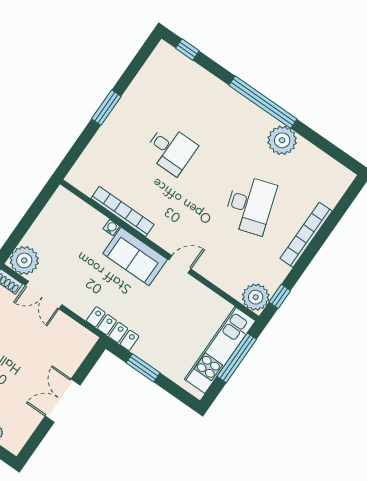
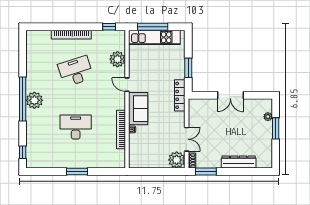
plant: (282, 140) -> (34, 100), moved
desk: (171, 150) -> (76, 127), width x1.37
plant: (256, 297) -> (117, 59), moved

